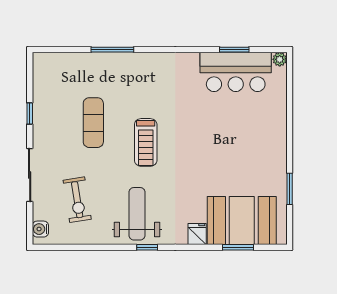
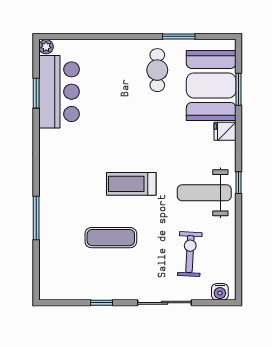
treadmill: (146, 142) -> (131, 184), turned 180
cafe table: (257, 168) -> (157, 70), added
exercise bike: (77, 200) -> (190, 254), turned -78

